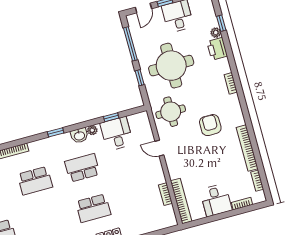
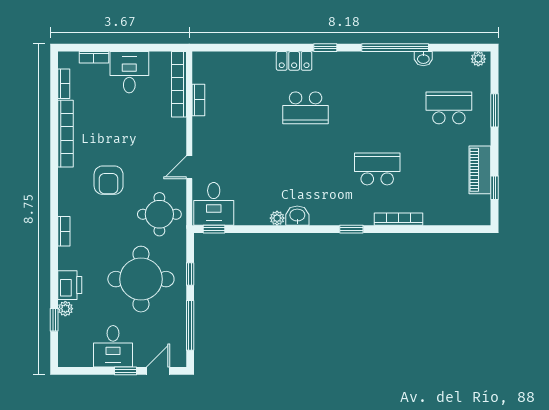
window: (111, 117) -> (214, 229), moved
window: (56, 132) -> (351, 229), moved
desk: (117, 134) -> (214, 204), moved
door: (159, 148) -> (189, 167), swing flipped
school desk: (82, 168) -> (306, 169), removed
school desk: (93, 208) -> (306, 108), turned 180

